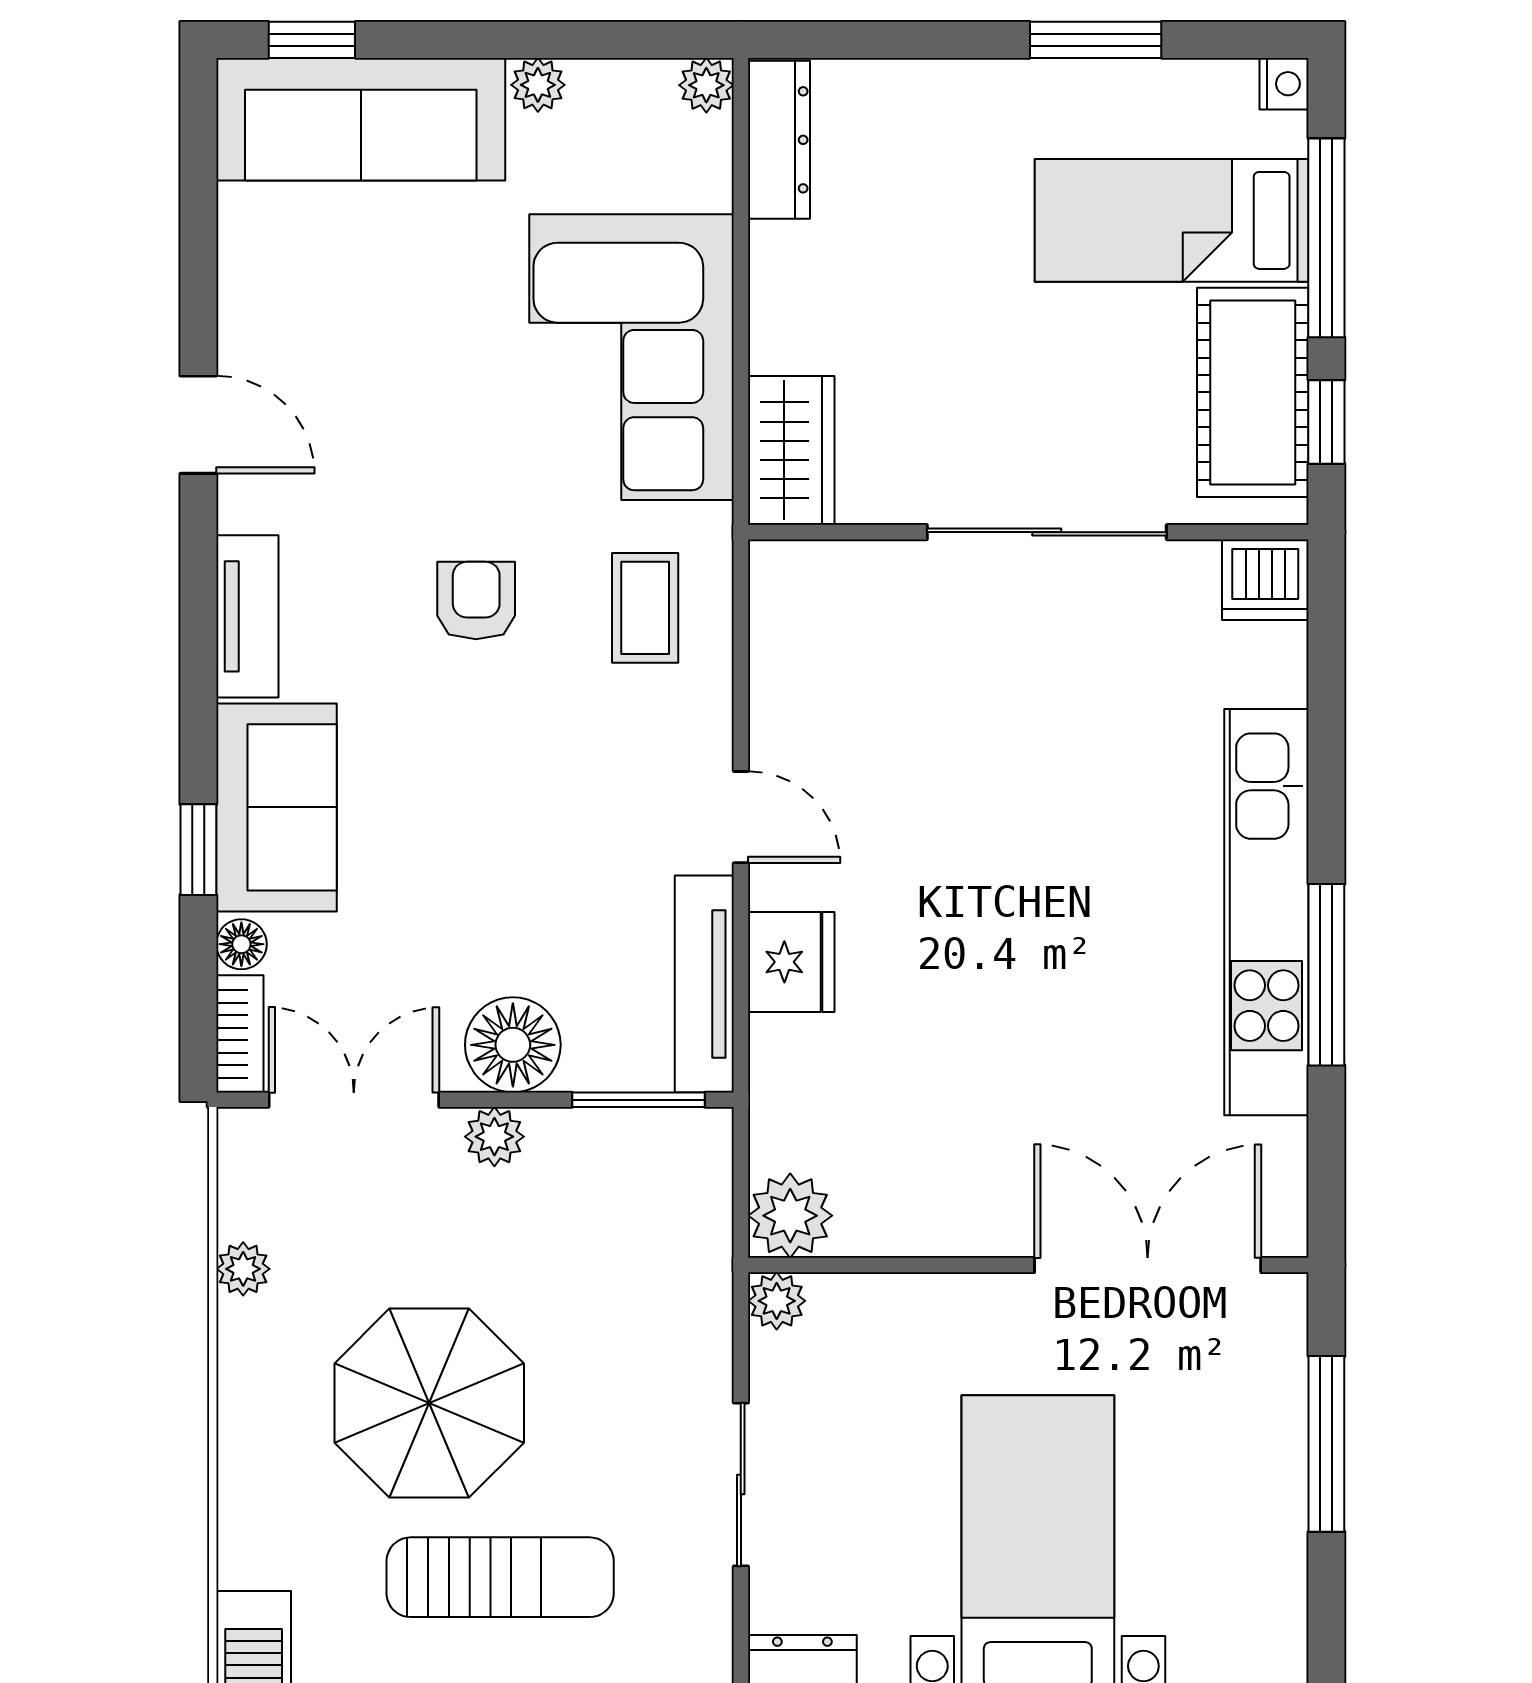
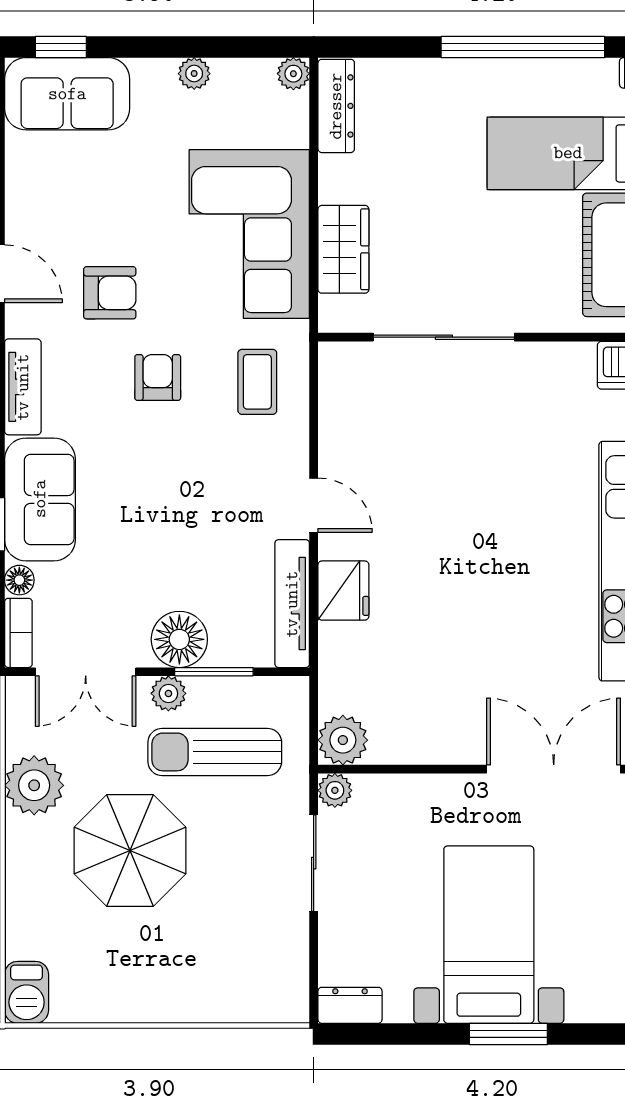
window: (1096, 40) -> (523, 47), width x2.11
sofa: (361, 119) -> (67, 94), width x0.73
wardrobe: (791, 450) -> (343, 249), moved
armchair: (395, 457) -> (110, 293), added
sliding door: (1047, 532) -> (444, 337), moved
double door: (354, 1100) -> (86, 672), swing flipped
window: (639, 1100) -> (214, 672), moved
plant: (243, 1269) -> (34, 785), width x1.87, depth x1.87
sliding door: (741, 1485) -> (314, 863), moved
sun lounger: (500, 1577) -> (215, 752), moved, turned 180

